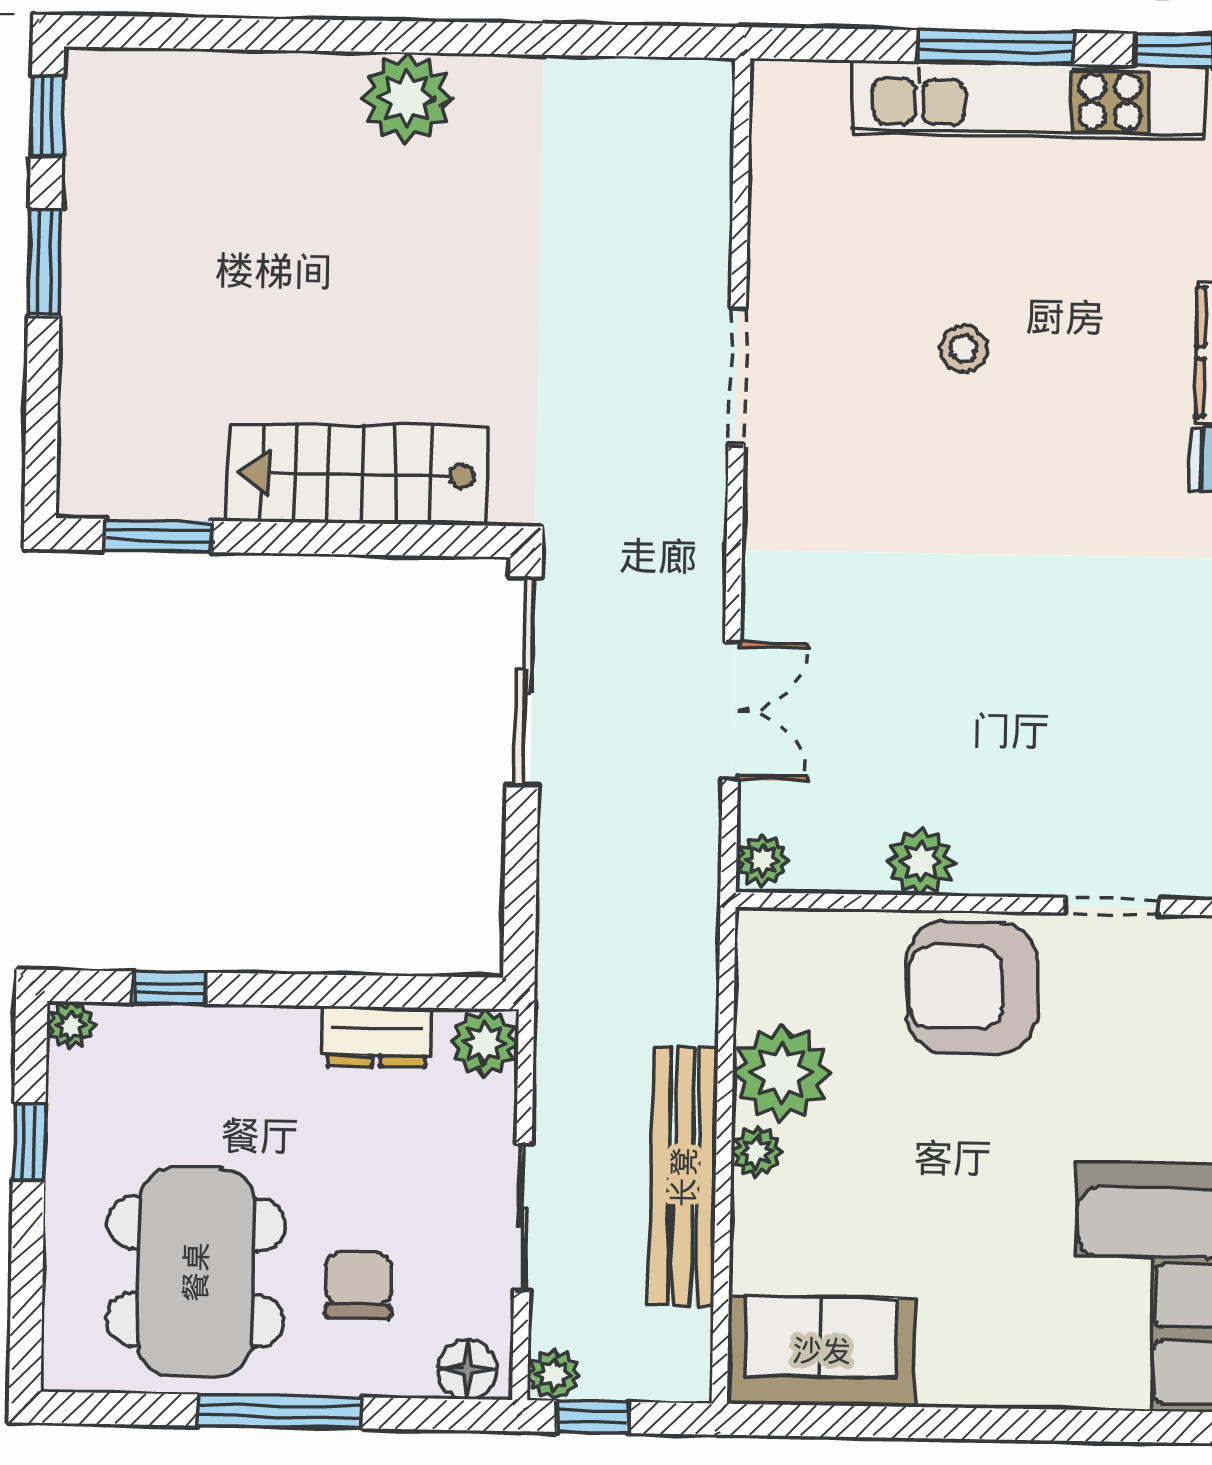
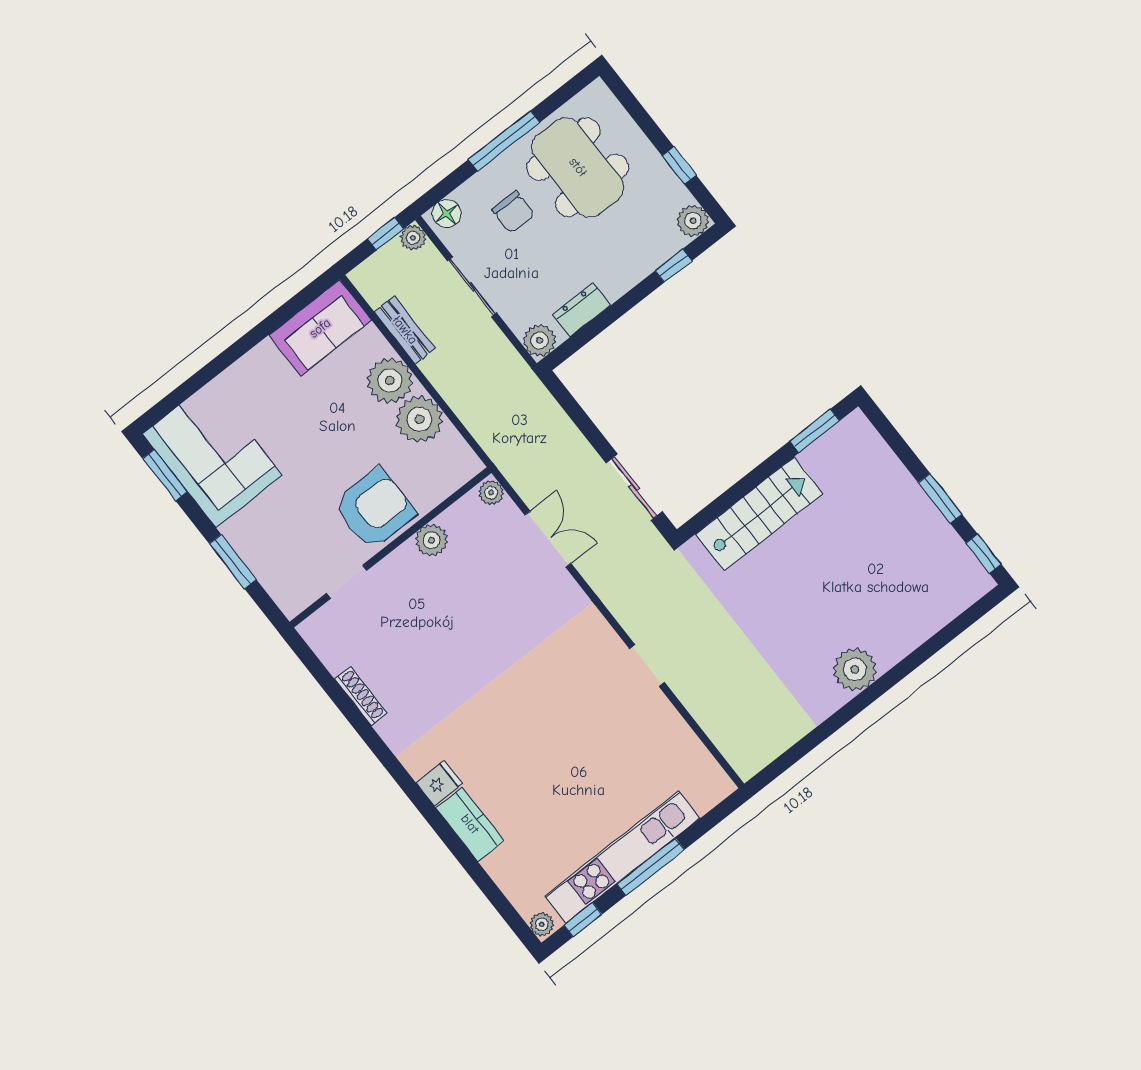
stool: (964, 349) -> (571, 745), removed
doorway: (737, 376) -> (647, 666), width x0.73
sliding door: (524, 681) -> (634, 487), width x0.73
double door: (731, 711) -> (548, 539), swing flipped
plant: (71, 1025) -> (693, 221), width x1.38, depth x1.38
plant: (757, 1152) -> (390, 380), width x1.87, depth x1.87
bench: (684, 1177) -> (405, 330), width x0.54, depth x0.82

